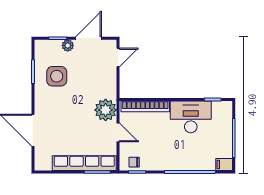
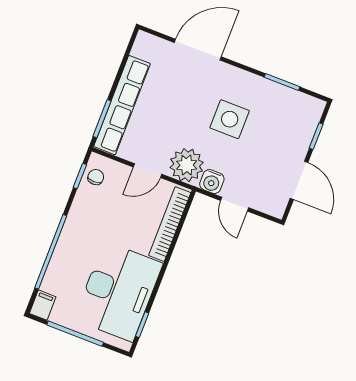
plant: (68, 45) -> (300, 146), removed
door: (118, 57) -> (235, 204), moved
side table: (57, 76) -> (230, 119), moved
water cooler: (110, 91) -> (212, 182), added
desk: (191, 117) -> (118, 292), width x1.36, depth x1.30

